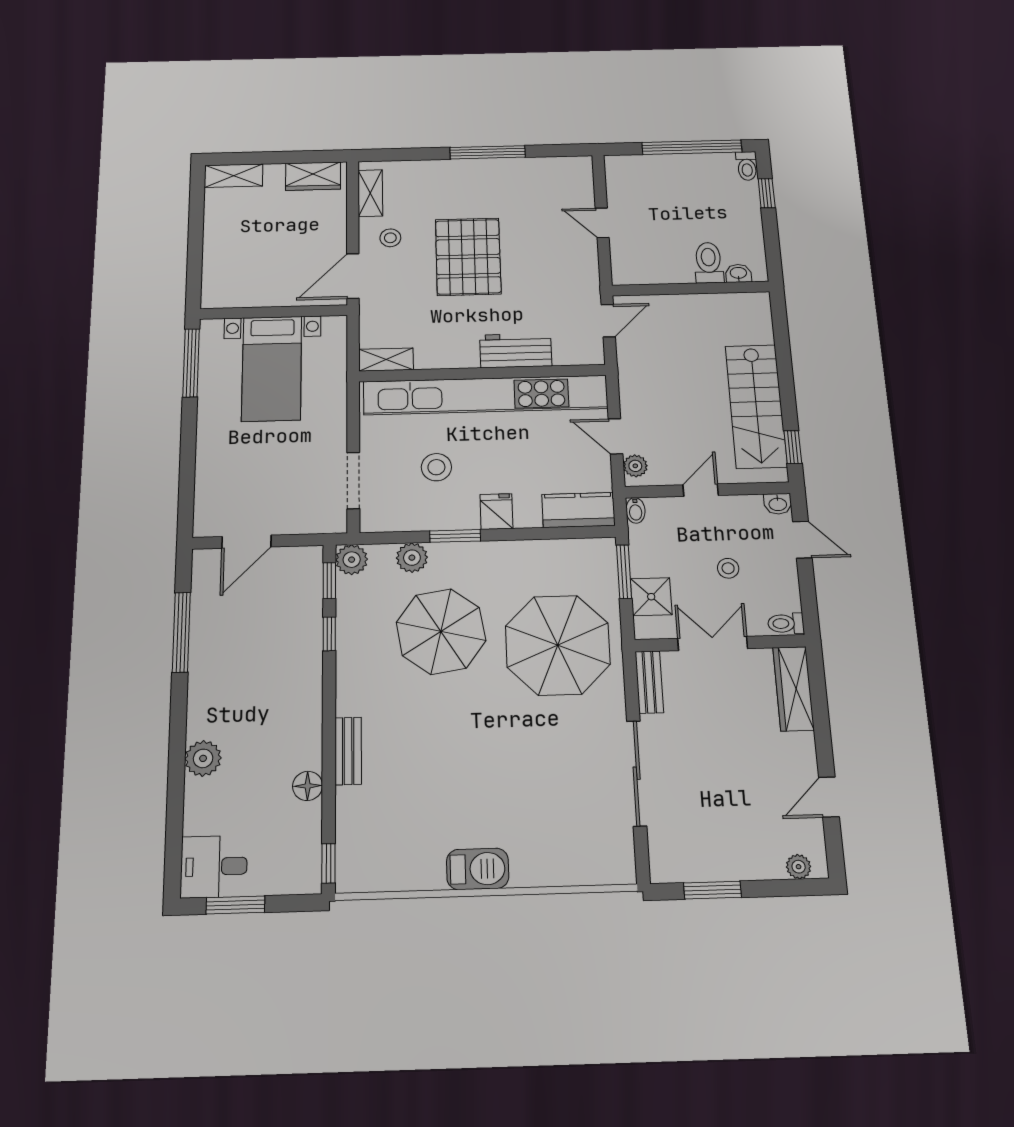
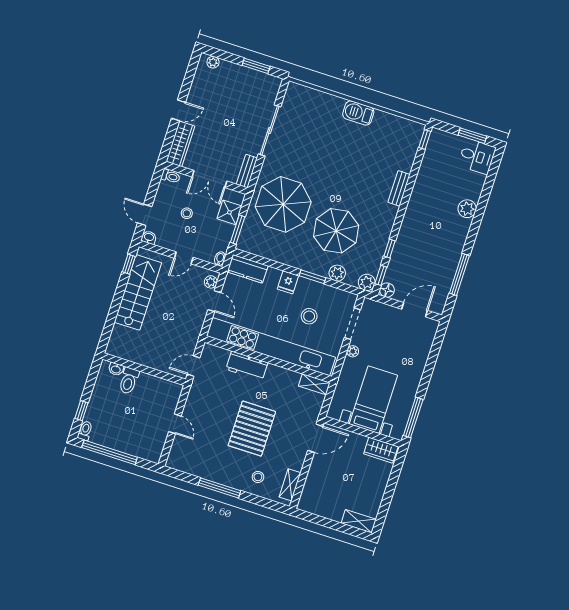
wardrobe: (313, 176) -> (381, 450), moved, turned 180
stool: (390, 238) -> (258, 477), moved
plant: (336, 435) -> (353, 351), added
floor lamp: (308, 786) -> (387, 290), moved
door: (829, 797) -> (178, 110), moved

